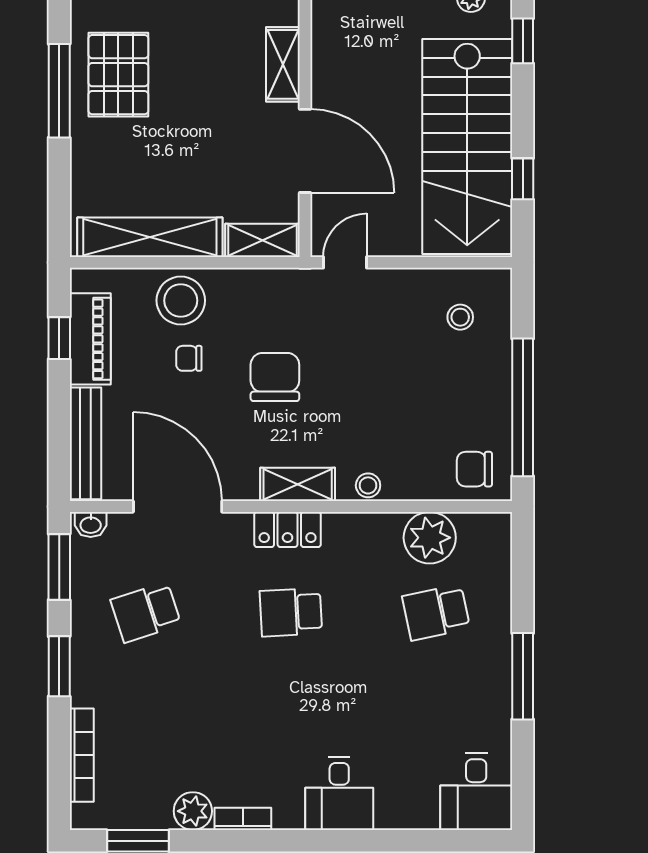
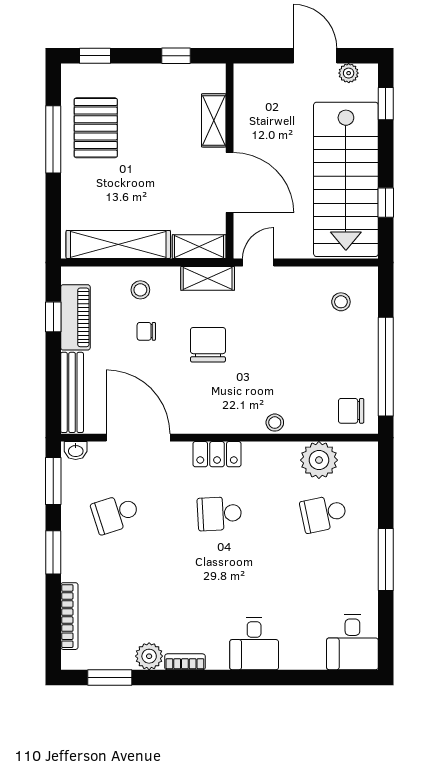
stool: (181, 300) -> (140, 290), width x0.53, depth x0.53
shelving: (298, 484) -> (208, 278), moved

